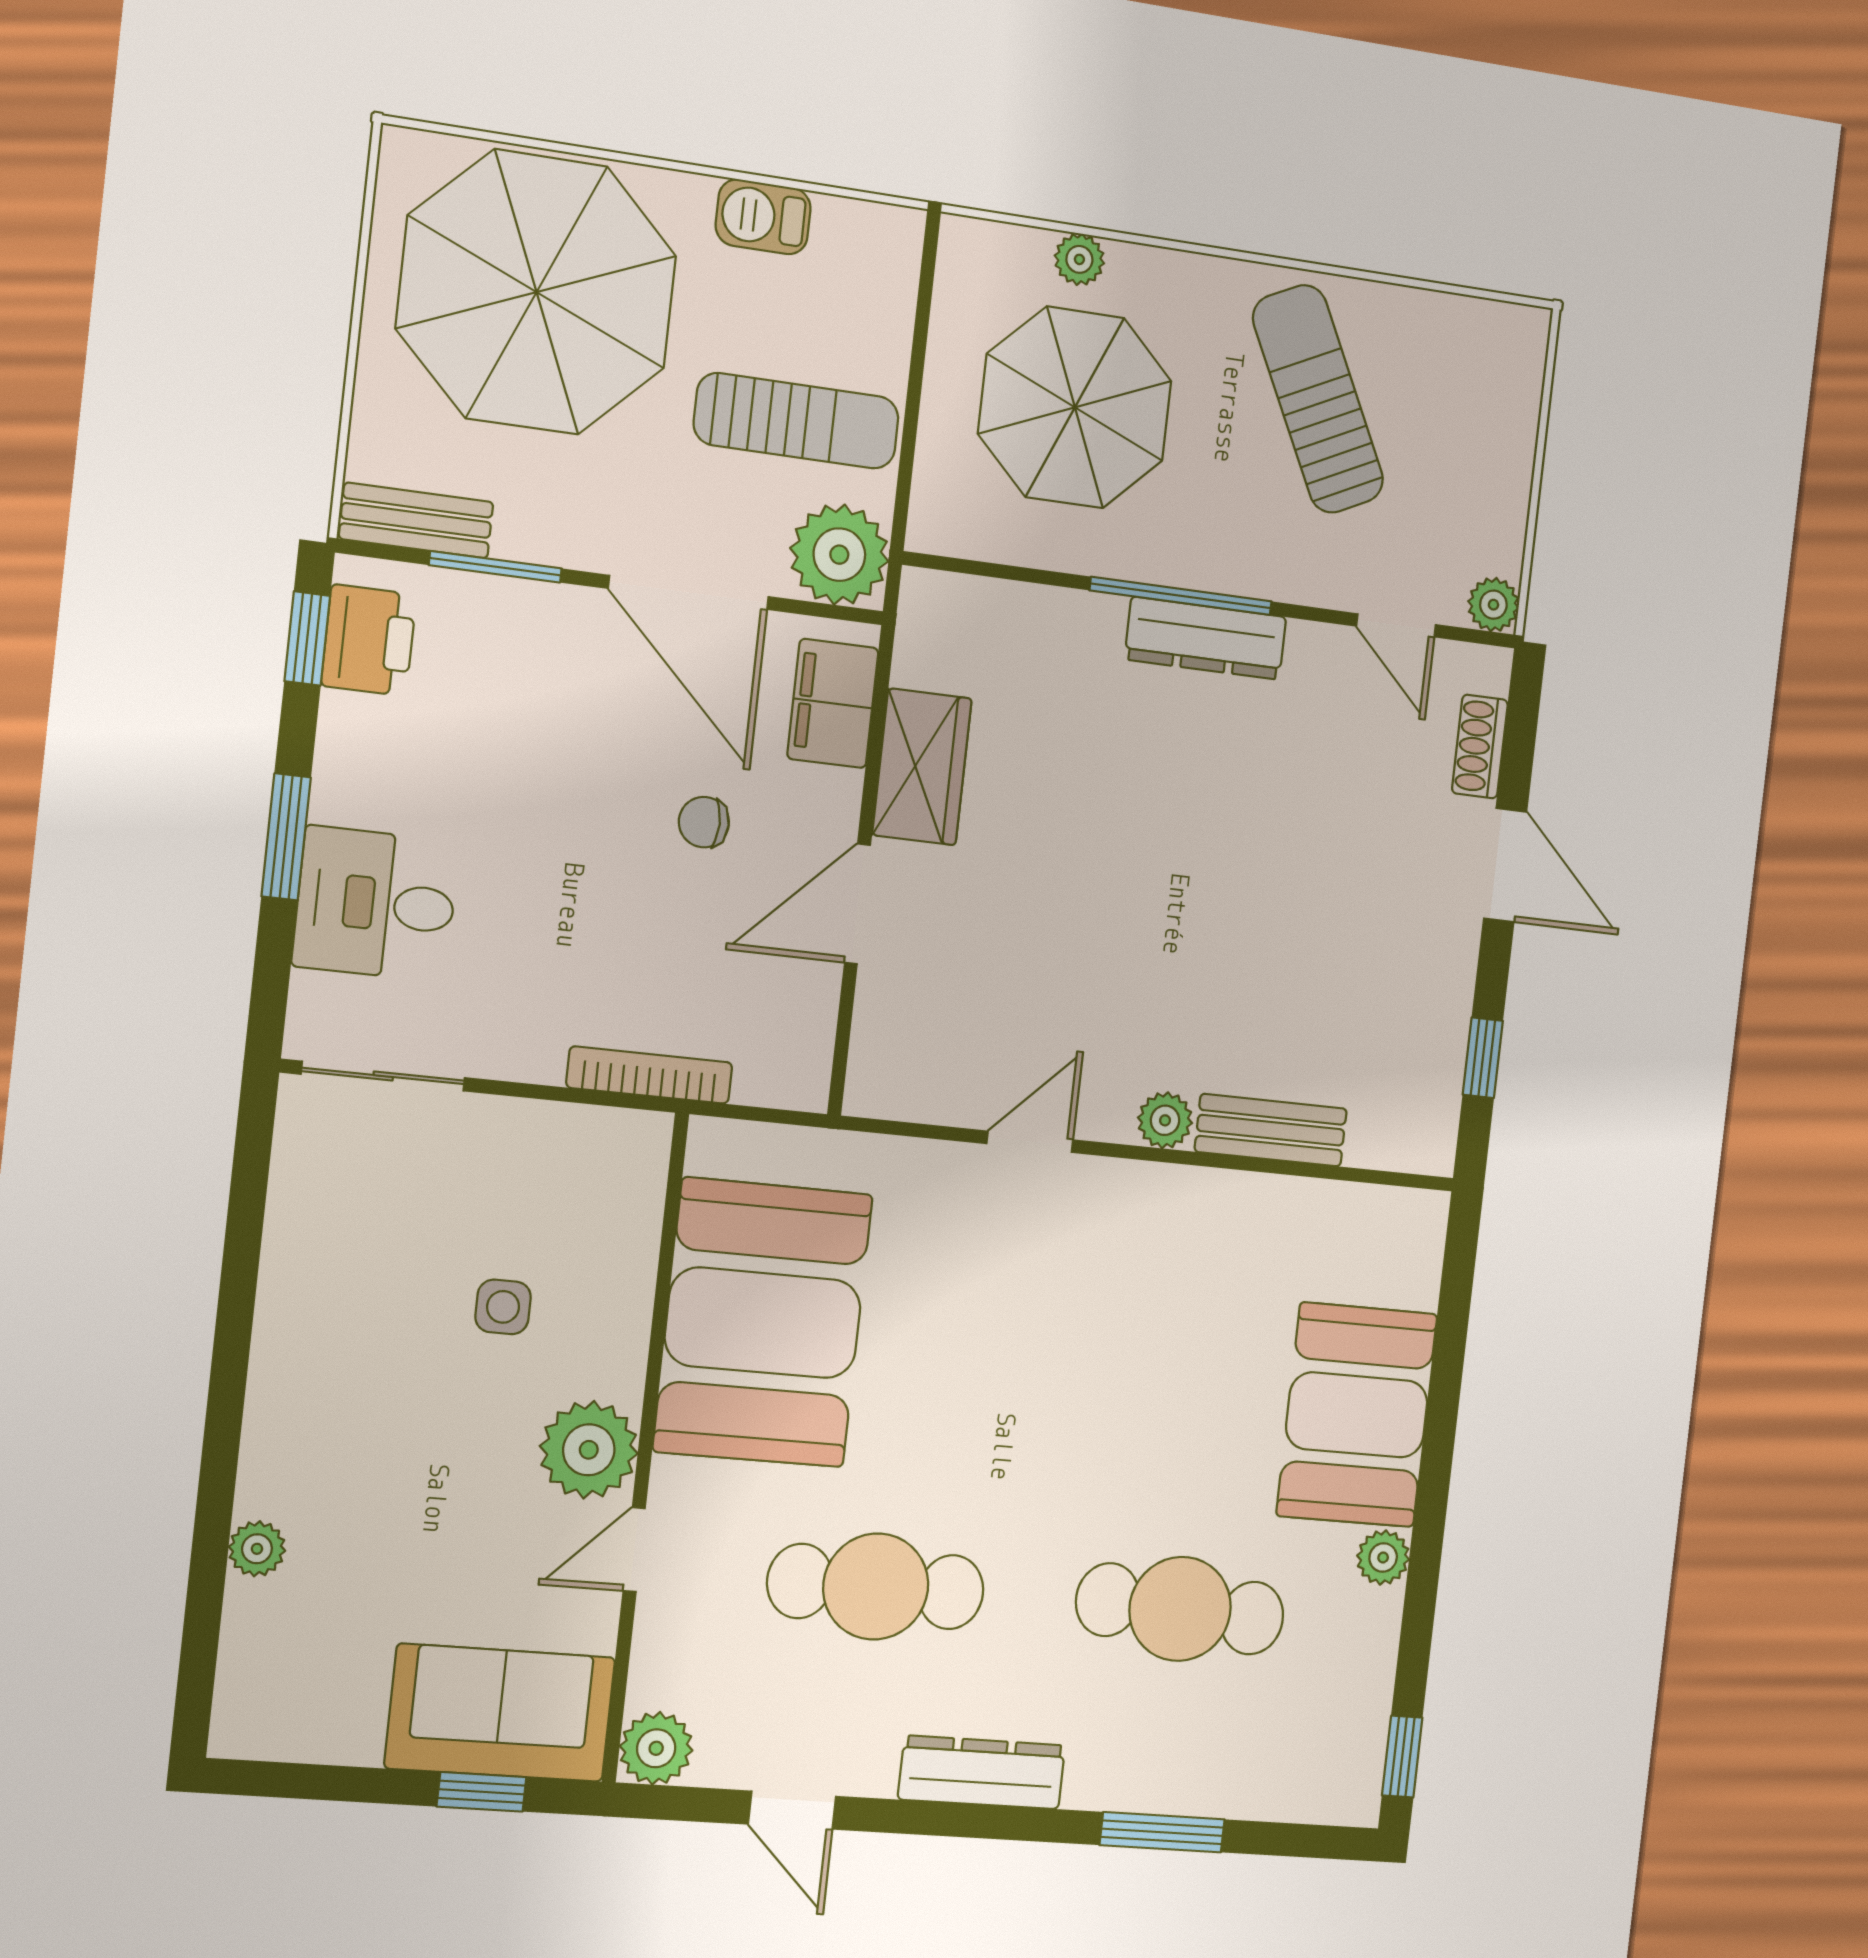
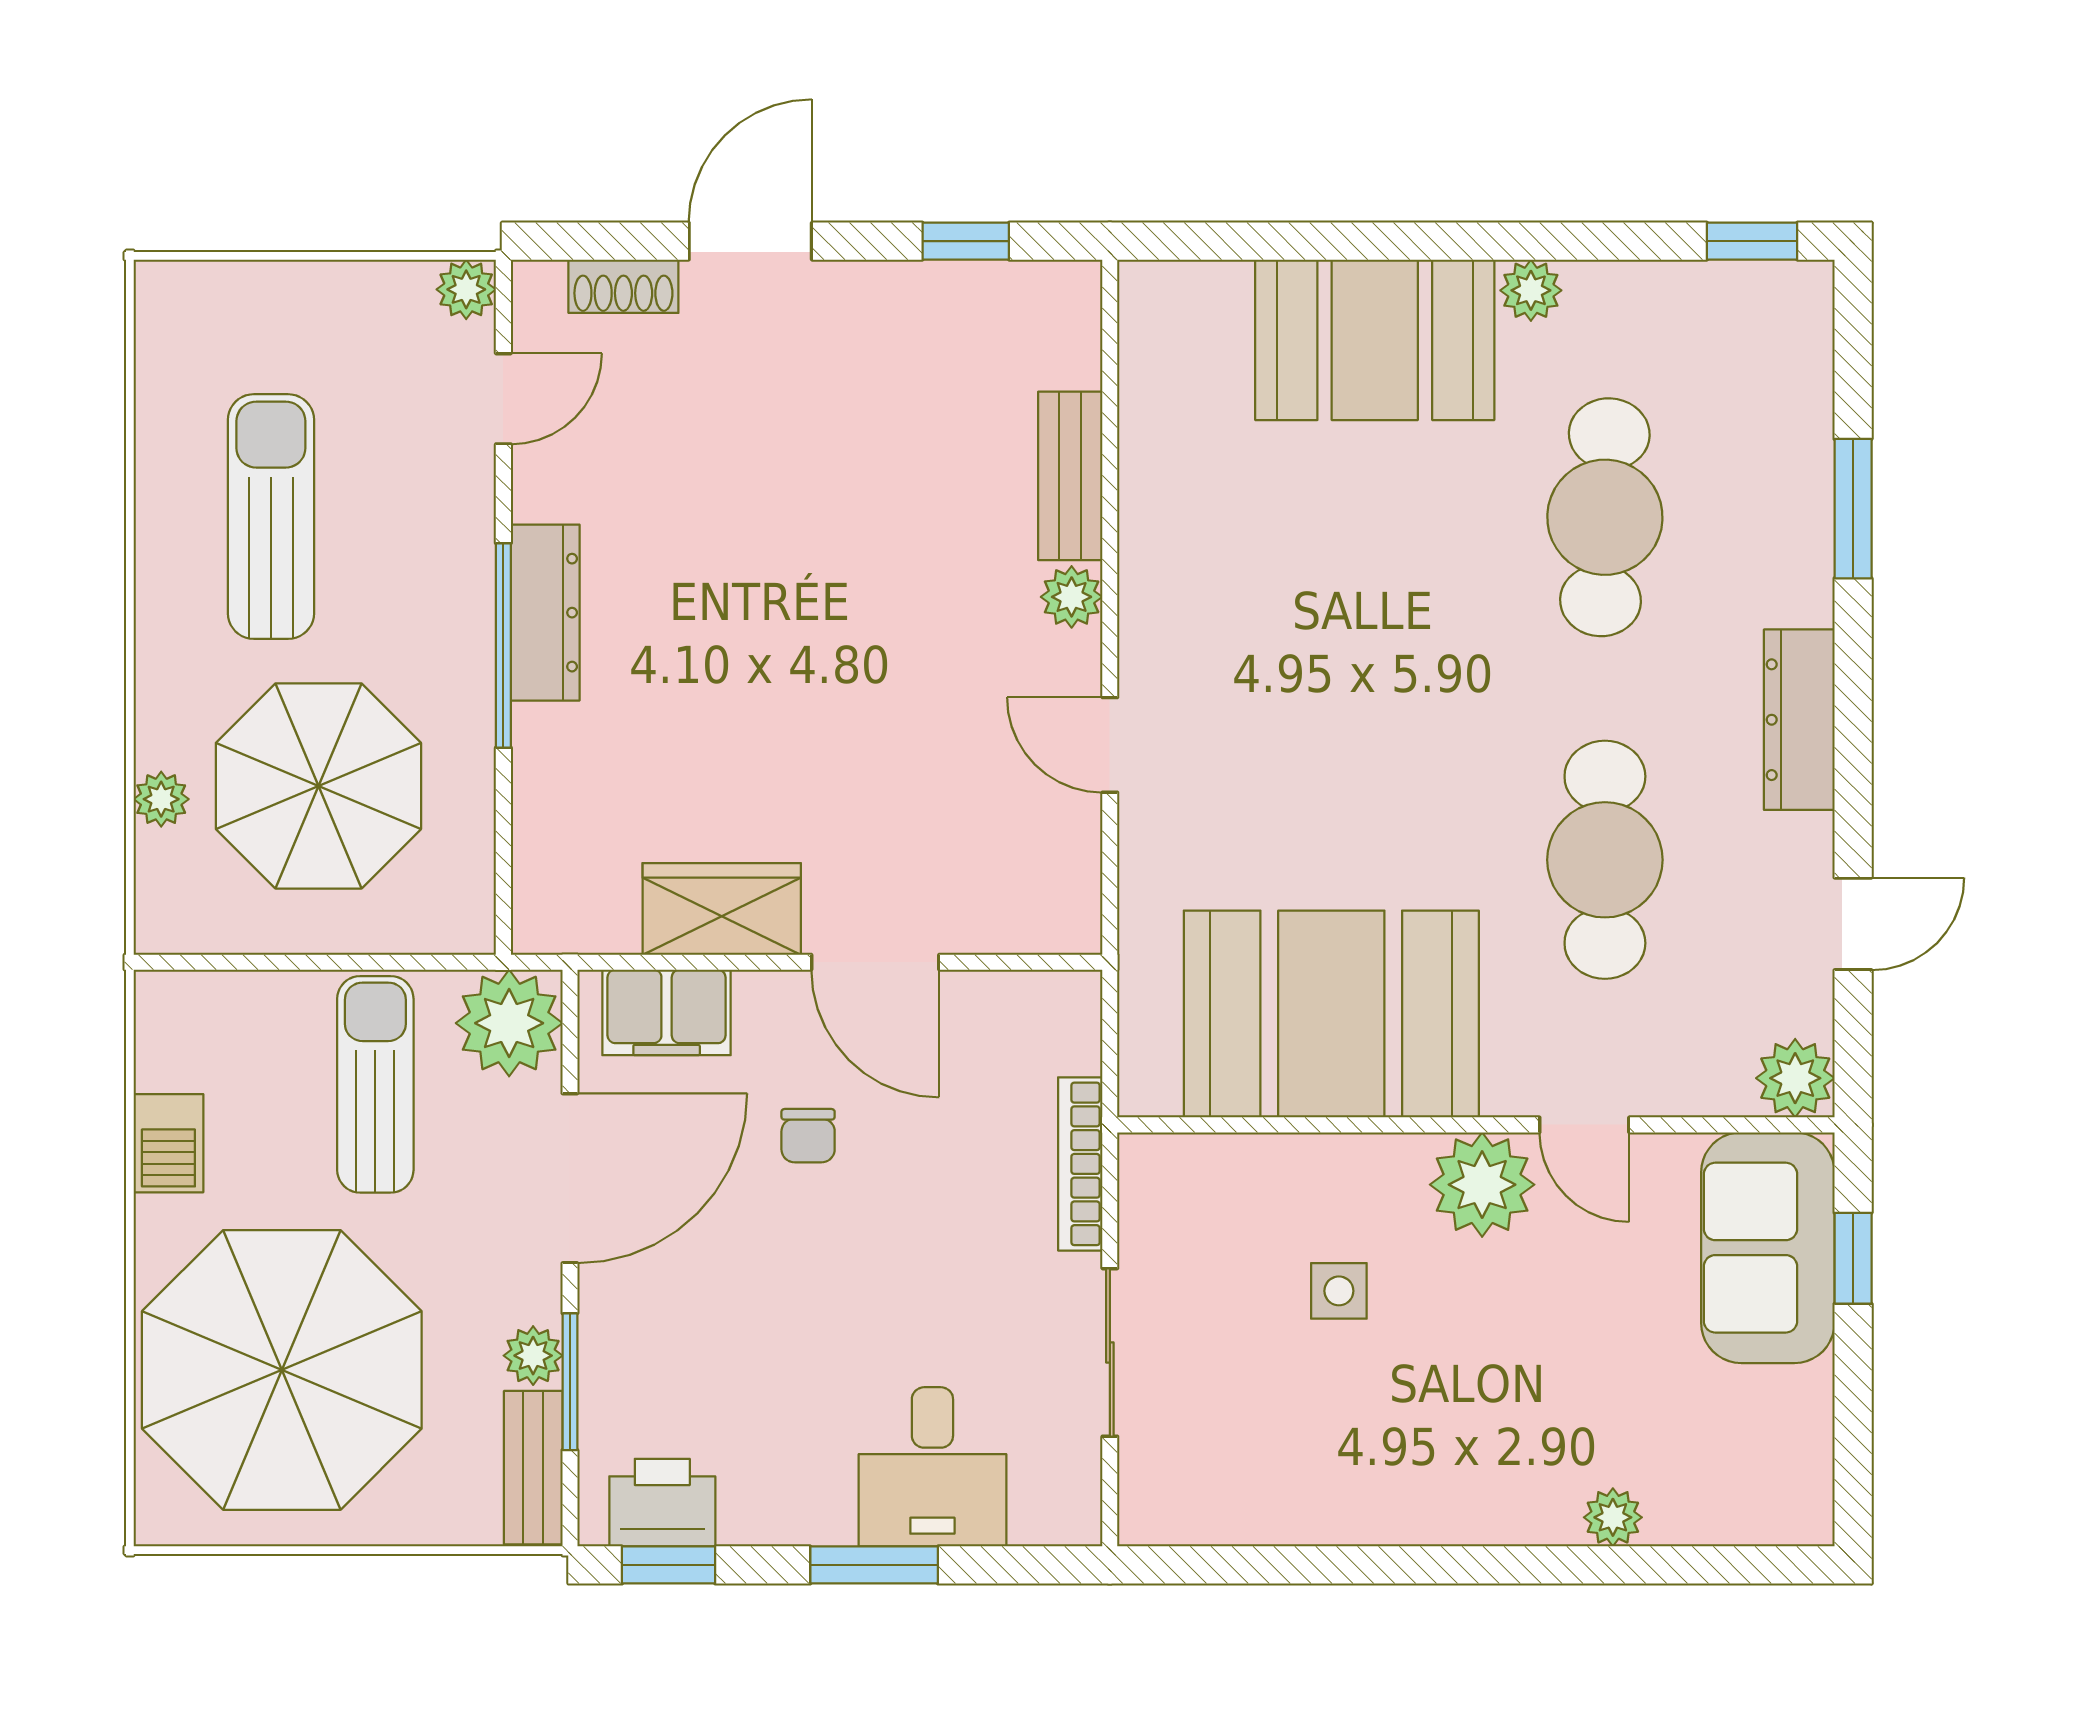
sun lounger: (1318, 399) -> (271, 517), turned 116
plant: (524, 535) -> (533, 1356), added
sliding door: (383, 1076) -> (1110, 1352), moved

